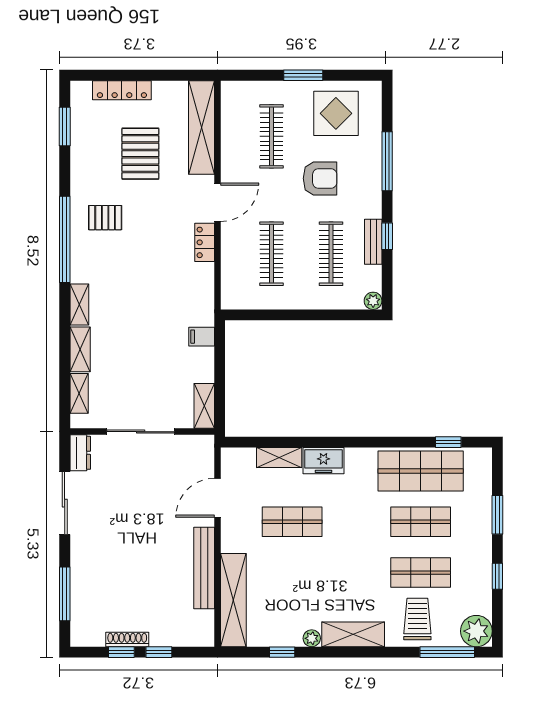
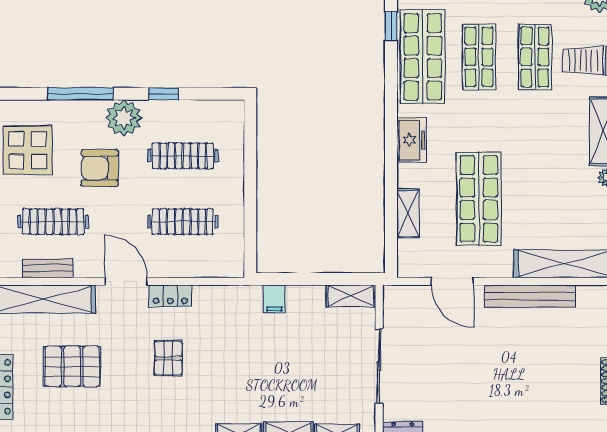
armchair: (320, 178) -> (100, 168), turned -90
pallet: (105, 218) -> (168, 358), moved
bench: (373, 242) -> (48, 268), moved
plant: (373, 301) -> (124, 118), moved, width x1.87, depth x1.87
freezer: (323, 461) -> (411, 140), moved
shop shelf: (292, 522) -> (479, 199), width x1.43, depth x1.36

